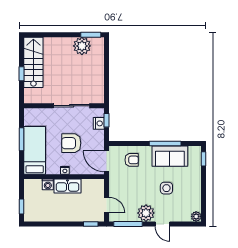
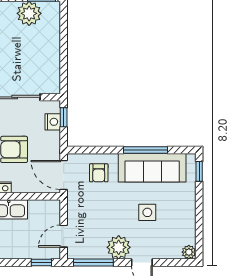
sofa: (170, 156) -> (152, 168), width x1.36
armchair: (132, 160) -> (99, 173), turned 90
door: (107, 205) -> (64, 236), swing flipped

